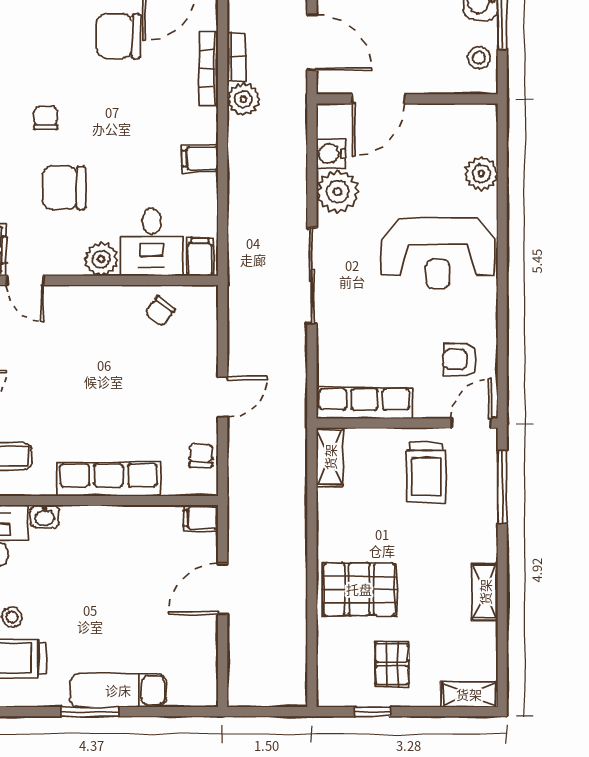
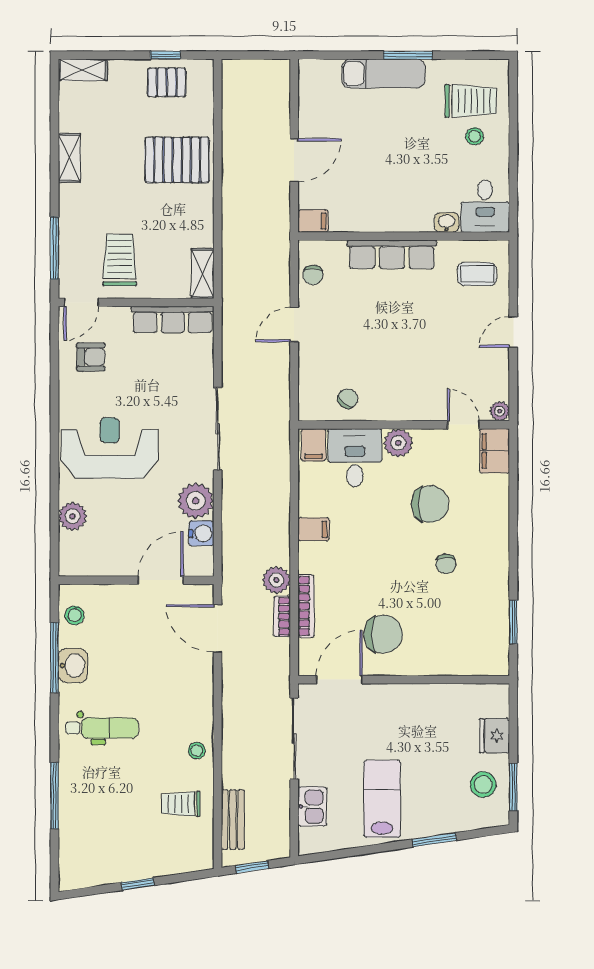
pallet: (392, 664) -> (167, 82), moved, turned 90

